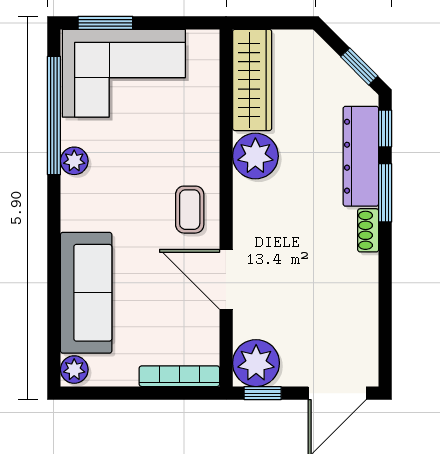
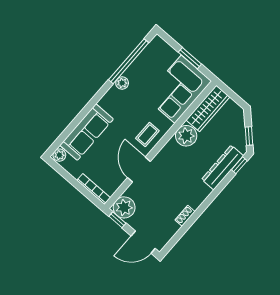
window: (105, 23) -> (190, 58), moved
corner sofa: (124, 73) -> (178, 89), moved, turned 90
window: (385, 193) -> (220, 187), removed
shoe rack: (368, 230) -> (185, 216), moved

